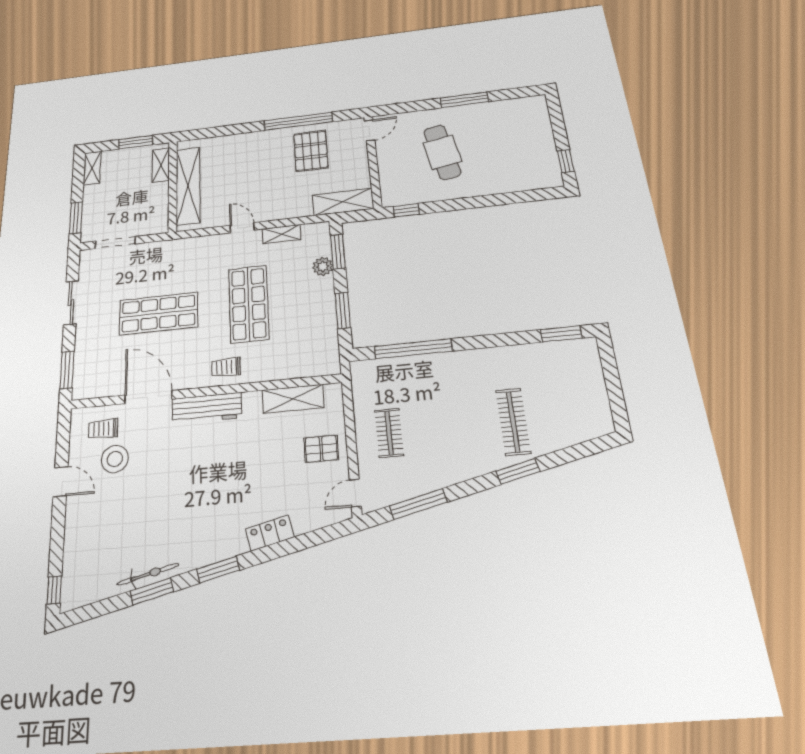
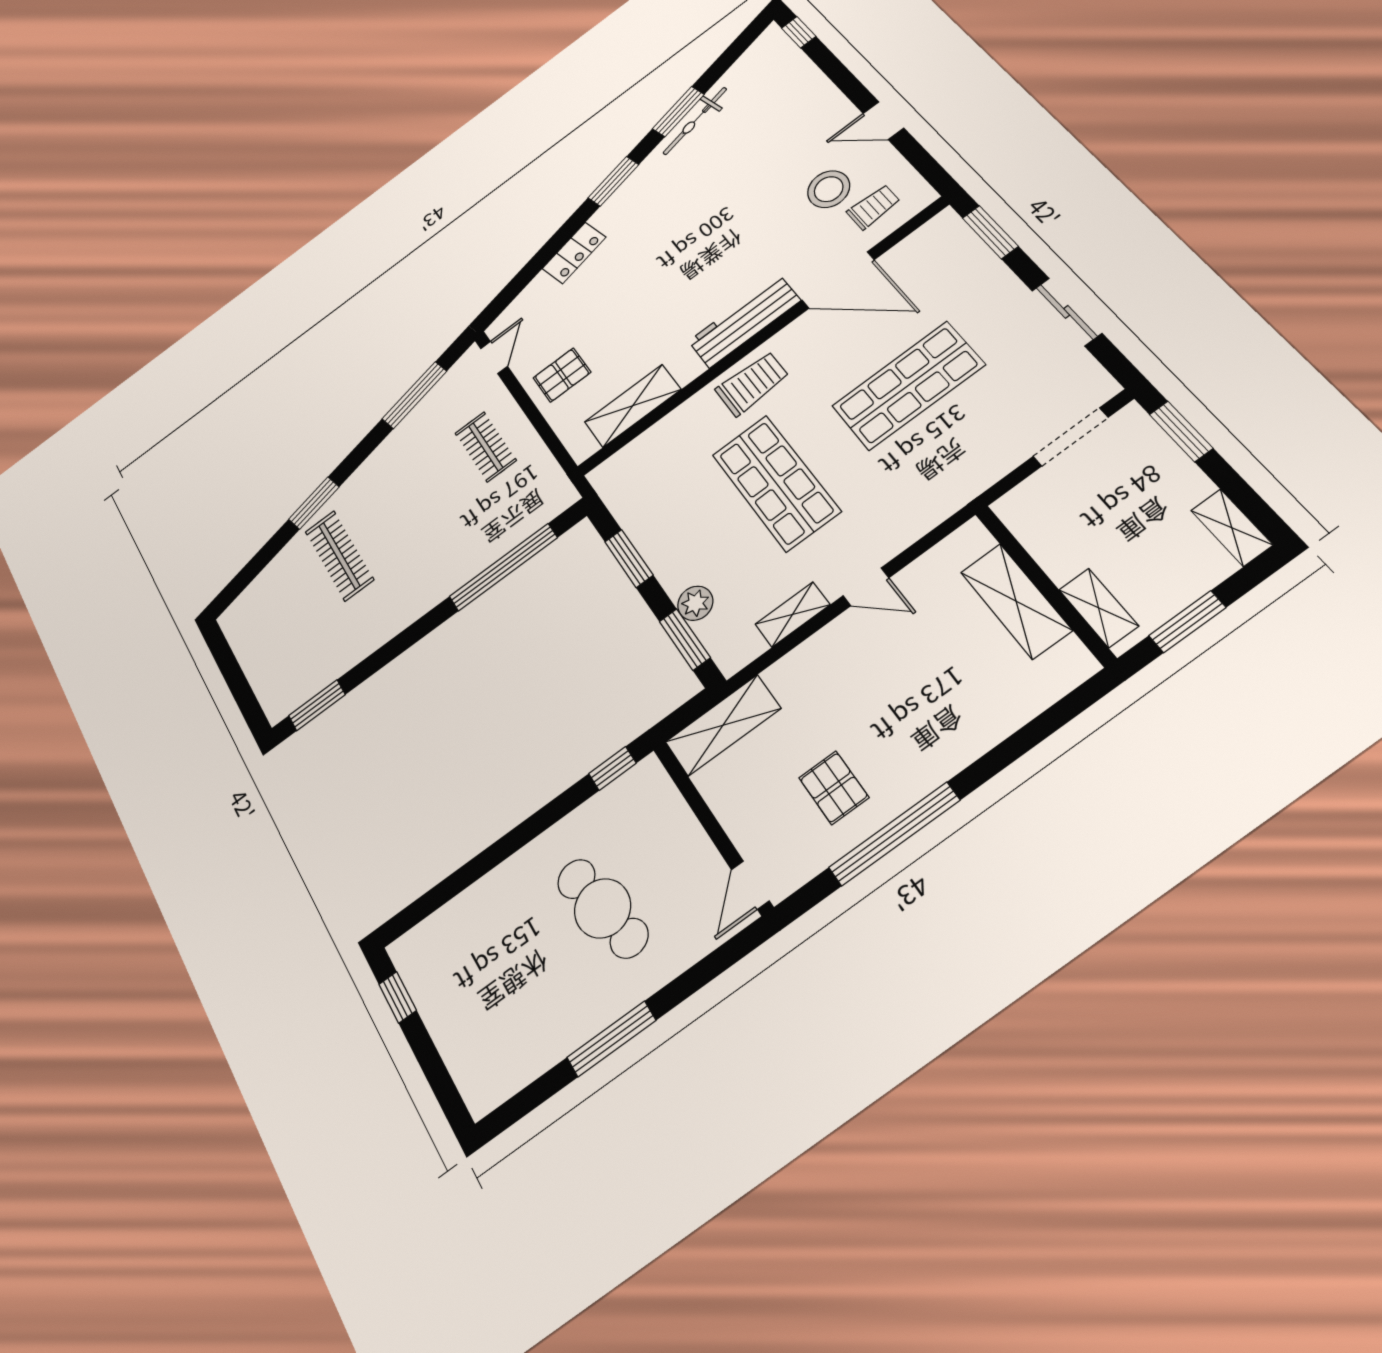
pallet: (311, 151) -> (834, 788), width x0.67, depth x0.71
shelving: (188, 186) -> (1016, 601), width x0.68
trolley: (226, 367) -> (752, 384), width x1.36, depth x1.39

